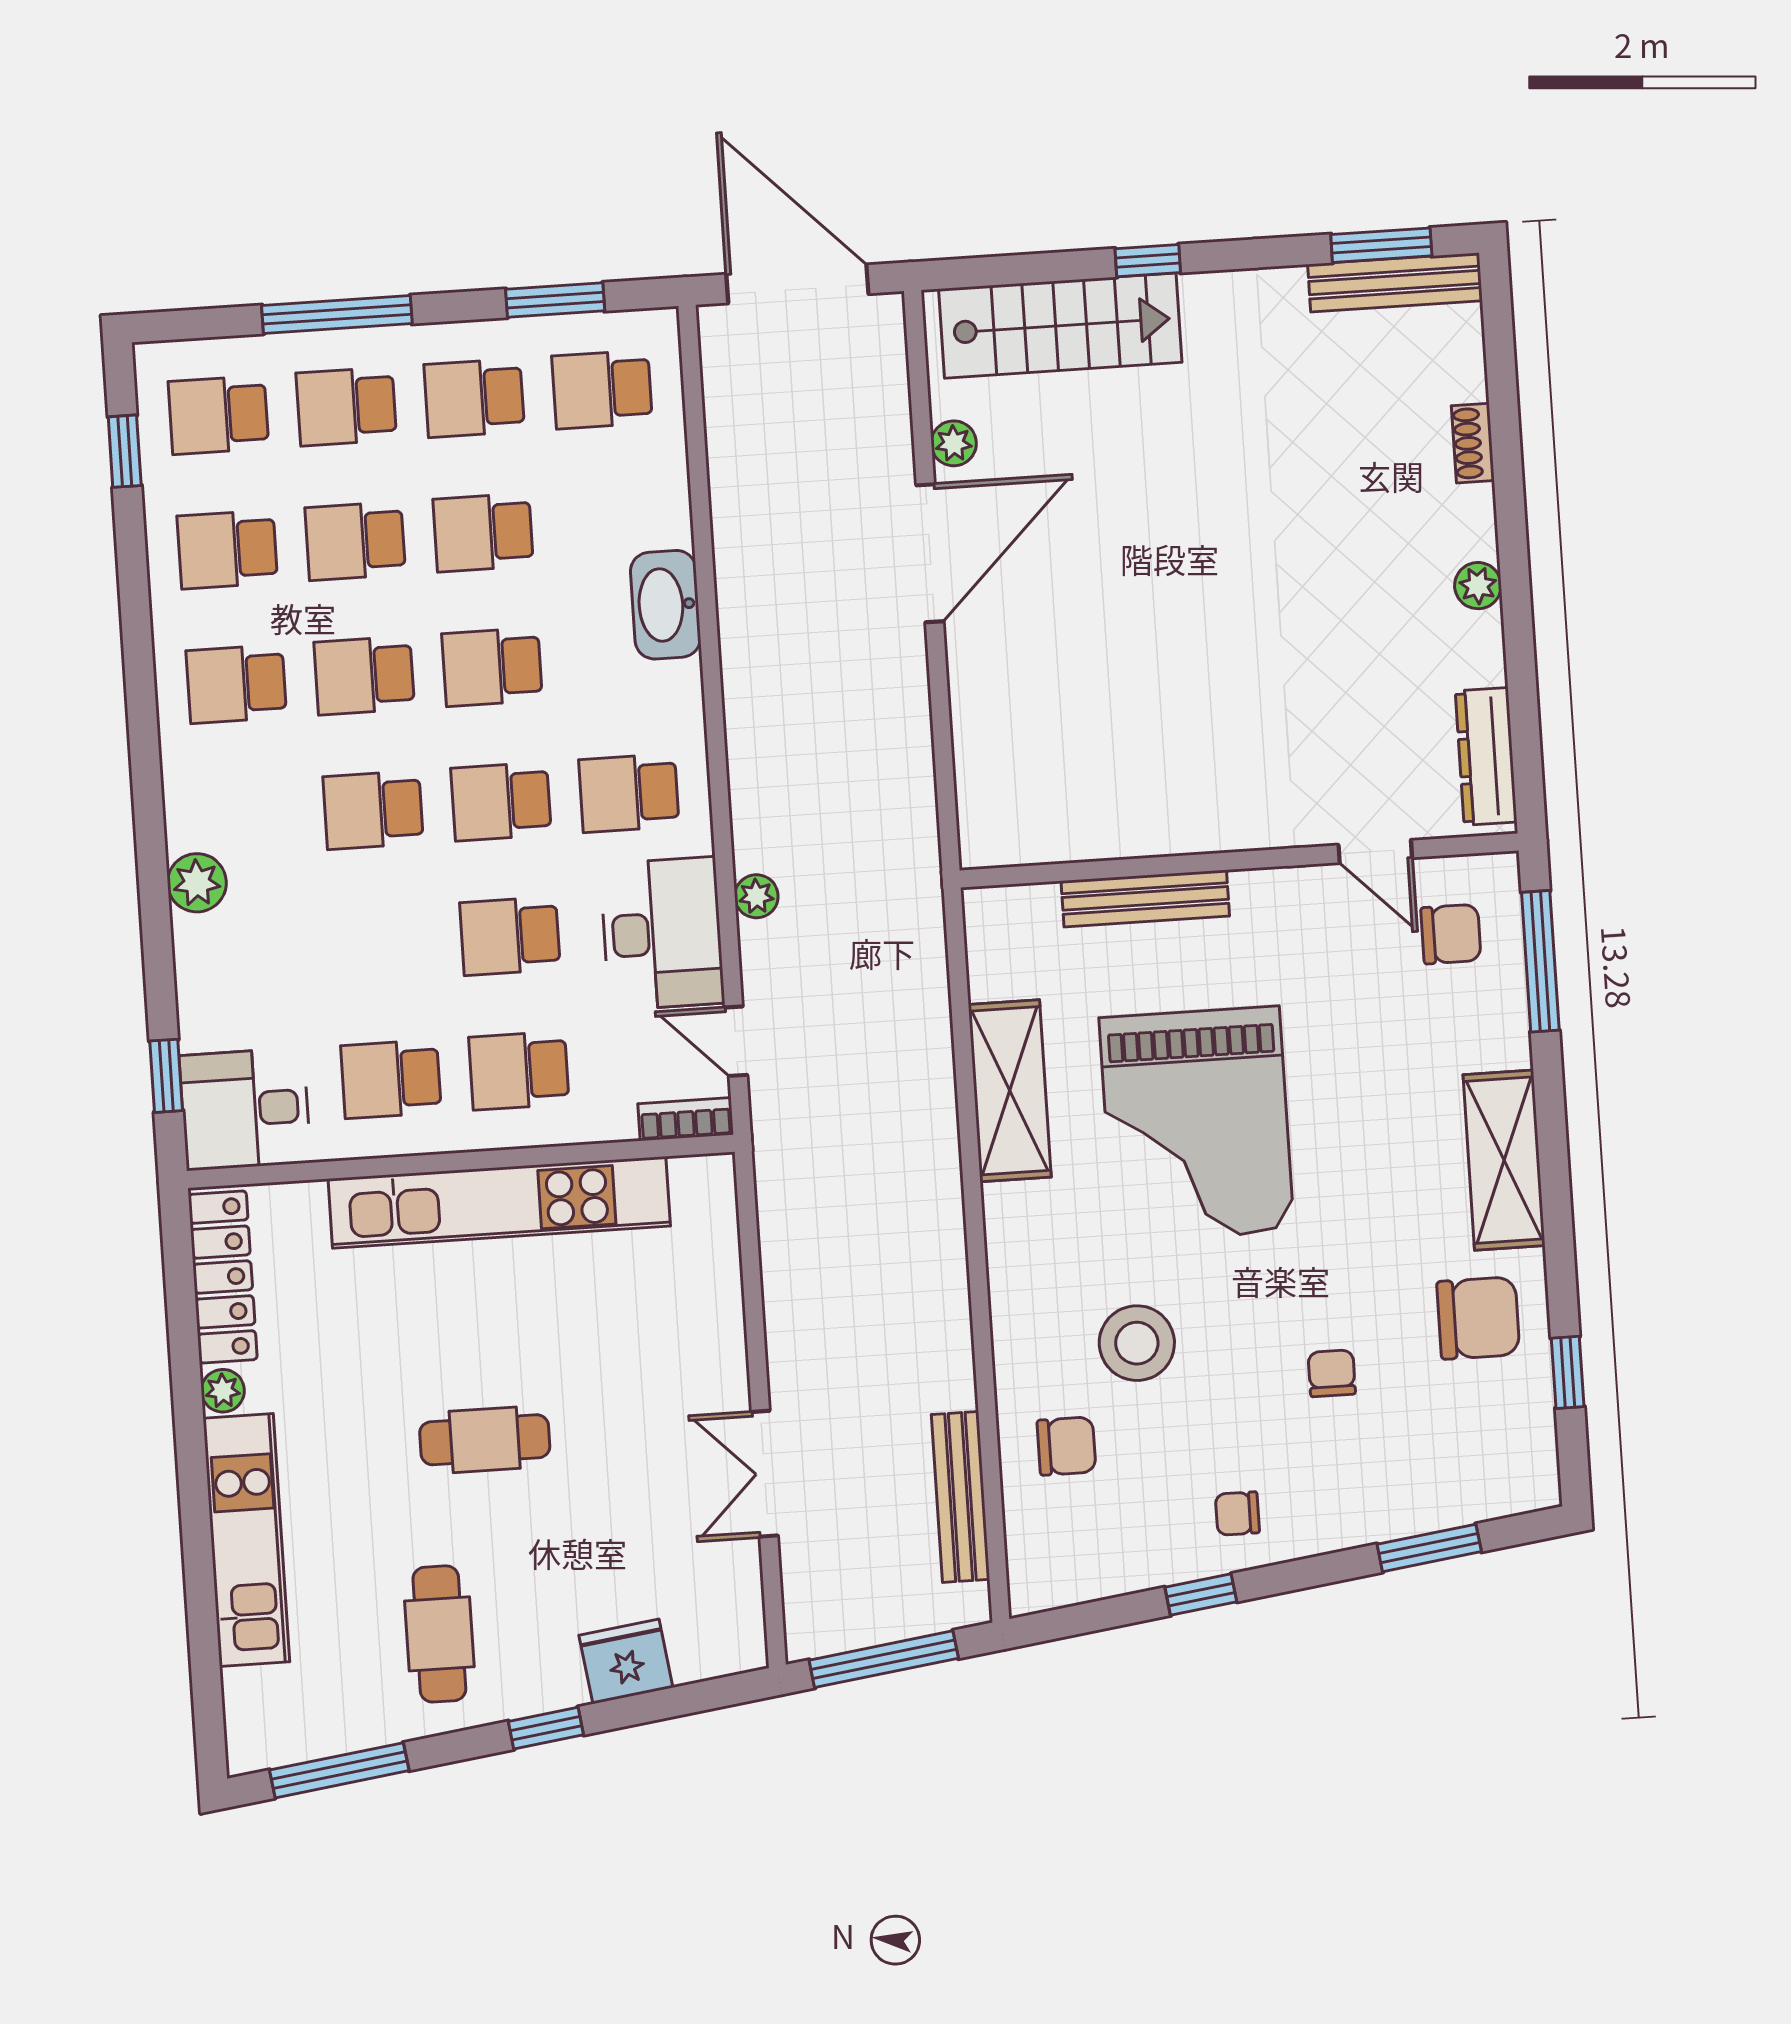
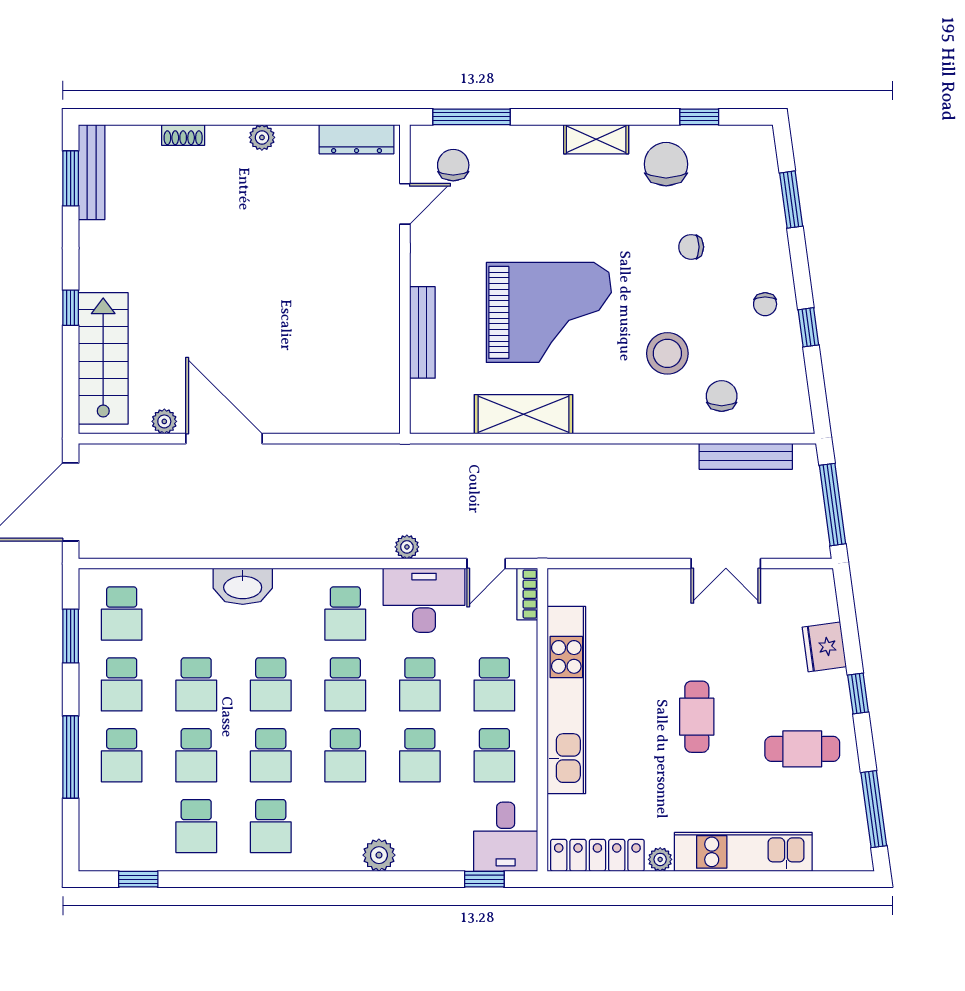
school desk: (218, 415) -> (420, 755), moved
shelving: (1504, 1160) -> (596, 139), width x0.67, depth x0.75

